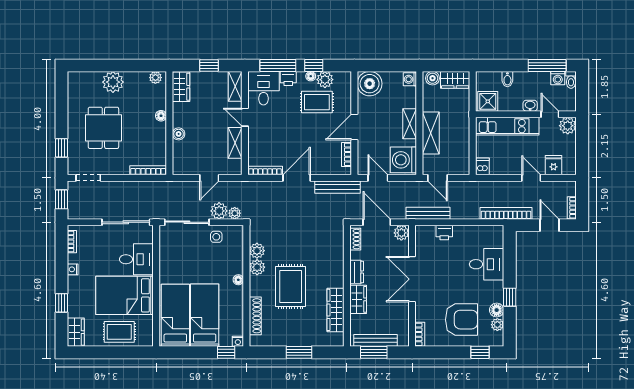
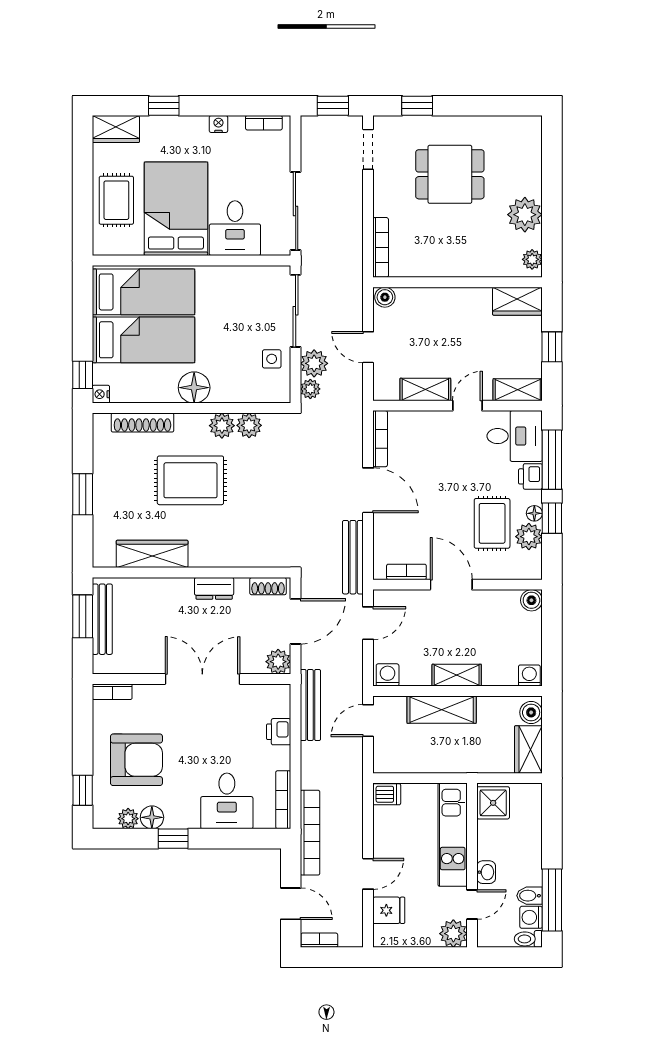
bidet: (507, 79) -> (530, 896), moved
plant: (113, 82) -> (525, 215), moved
boiler: (370, 84) -> (531, 600), width x0.54, depth x0.54
floor lamp: (161, 116) -> (470, 269), removed
boiler: (179, 134) -> (385, 297), moved
washing machine: (403, 160) -> (388, 675), width x0.53, depth x0.53
door: (549, 225) -> (291, 904), hinge flipped
bookcase: (486, 230) -> (283, 800), added
floor lamp: (238, 280) -> (194, 388), width x1.89, depth x1.89
wardrobe: (358, 299) -> (169, 591), removed
armchair: (461, 320) -> (136, 760), turned -90

